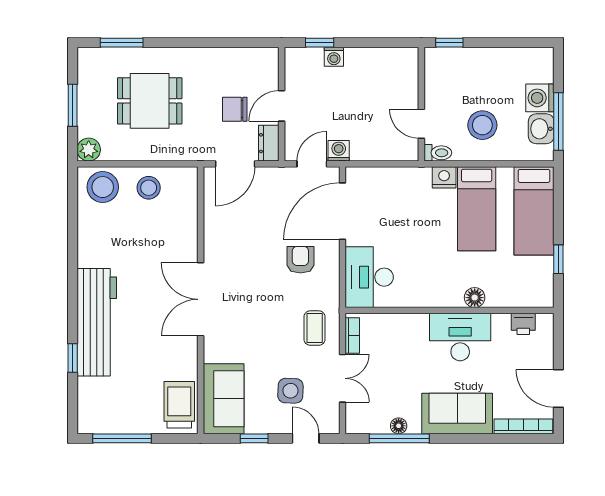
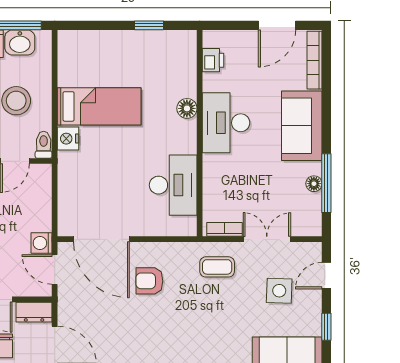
bed: (534, 211) -> (101, 50), removed
desk: (369, 277) -> (173, 185), moved, turned -90

